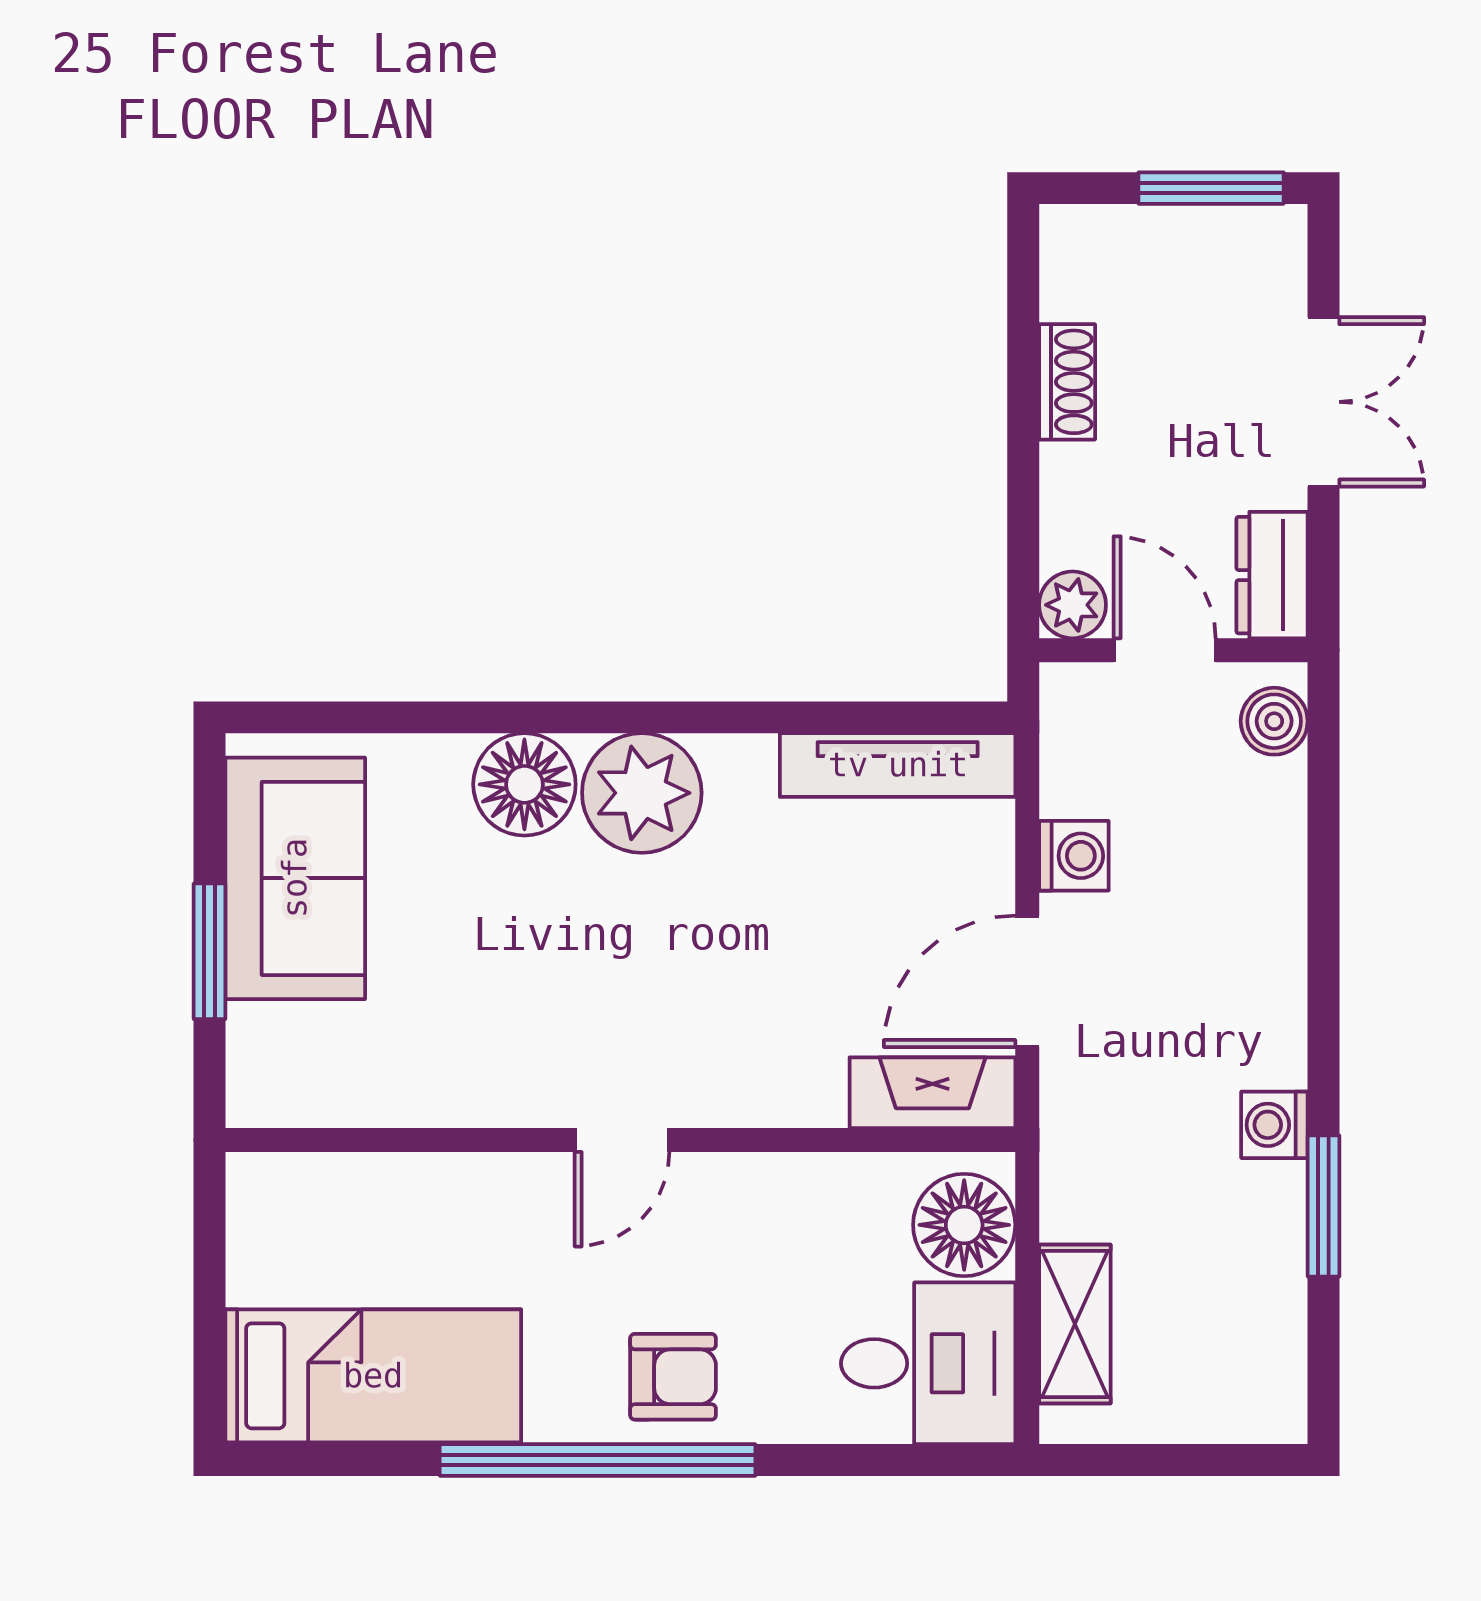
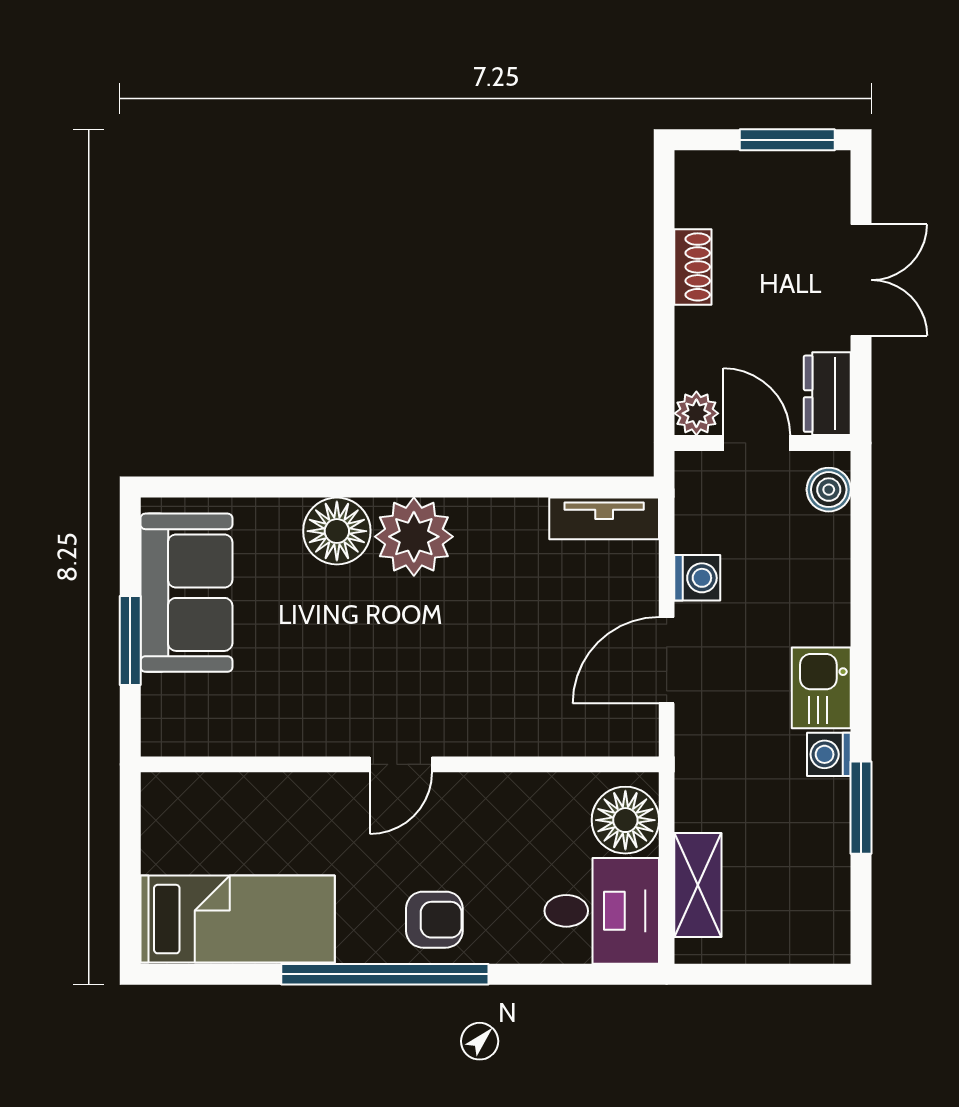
tv unit: (898, 765) -> (604, 518), width x0.71
kitchen sink: (1263, 1023) -> (821, 688), added
fireplace: (932, 1093) -> (605, 733), removed

